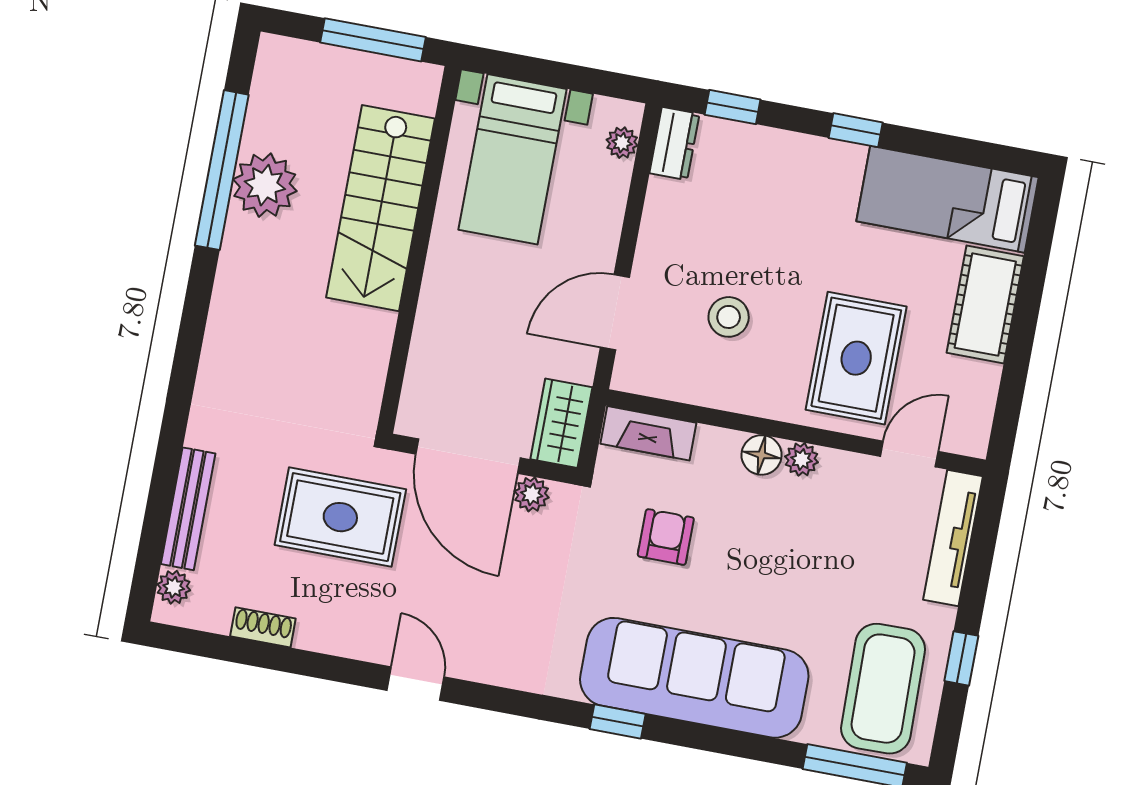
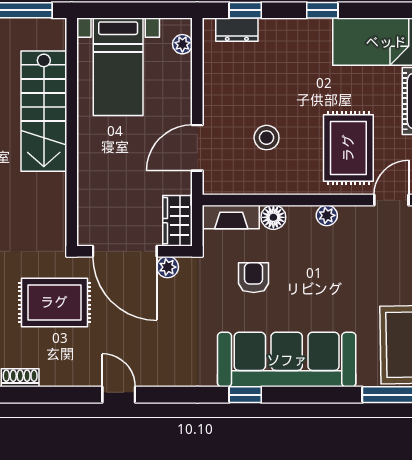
dresser: (674, 144) -> (237, 30), moved, turned 90
floor lamp: (762, 455) -> (273, 217), moved

